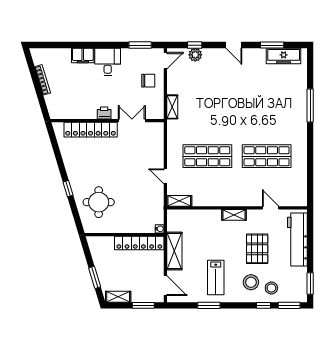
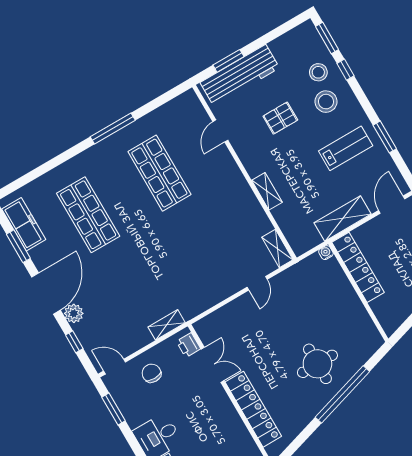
door: (234, 45) -> (46, 293), width x1.88
plant: (195, 55) -> (74, 313), moved
window: (310, 106) -> (113, 128), moved
printer: (104, 113) -> (189, 345), moved
double door: (132, 121) -> (213, 365), swing flipped
shop shelf: (207, 156) -> (88, 215), moved
window: (68, 189) -> (342, 394), width x3.17
round table: (99, 202) -> (317, 364), moved
shelving: (234, 215) -> (267, 191), moved
pallet: (257, 249) -> (280, 118), width x0.67, depth x0.71
window: (310, 283) -> (228, 61), moved

